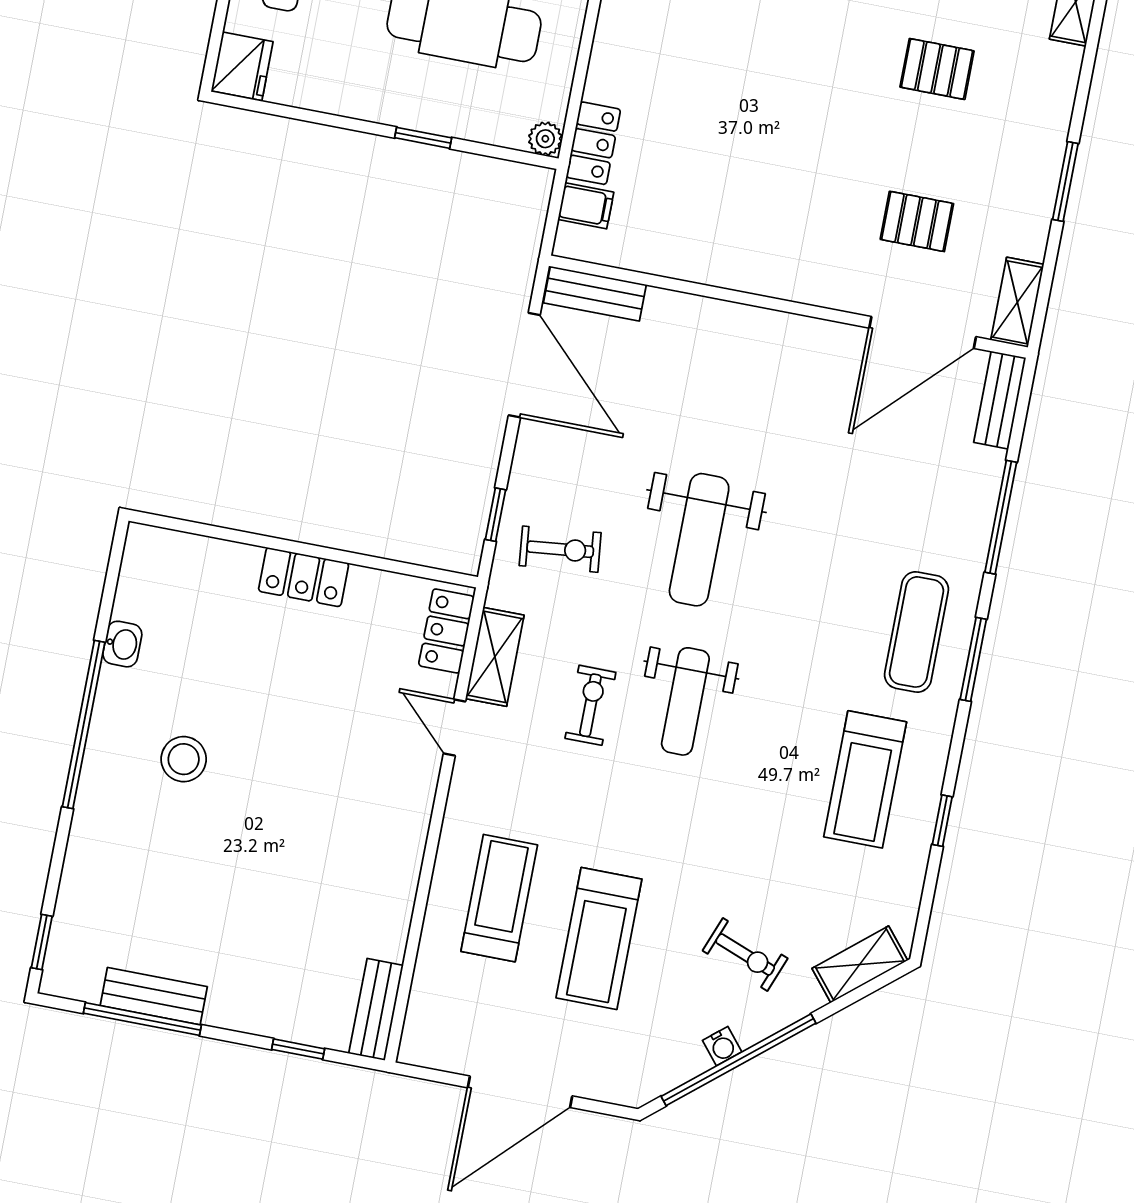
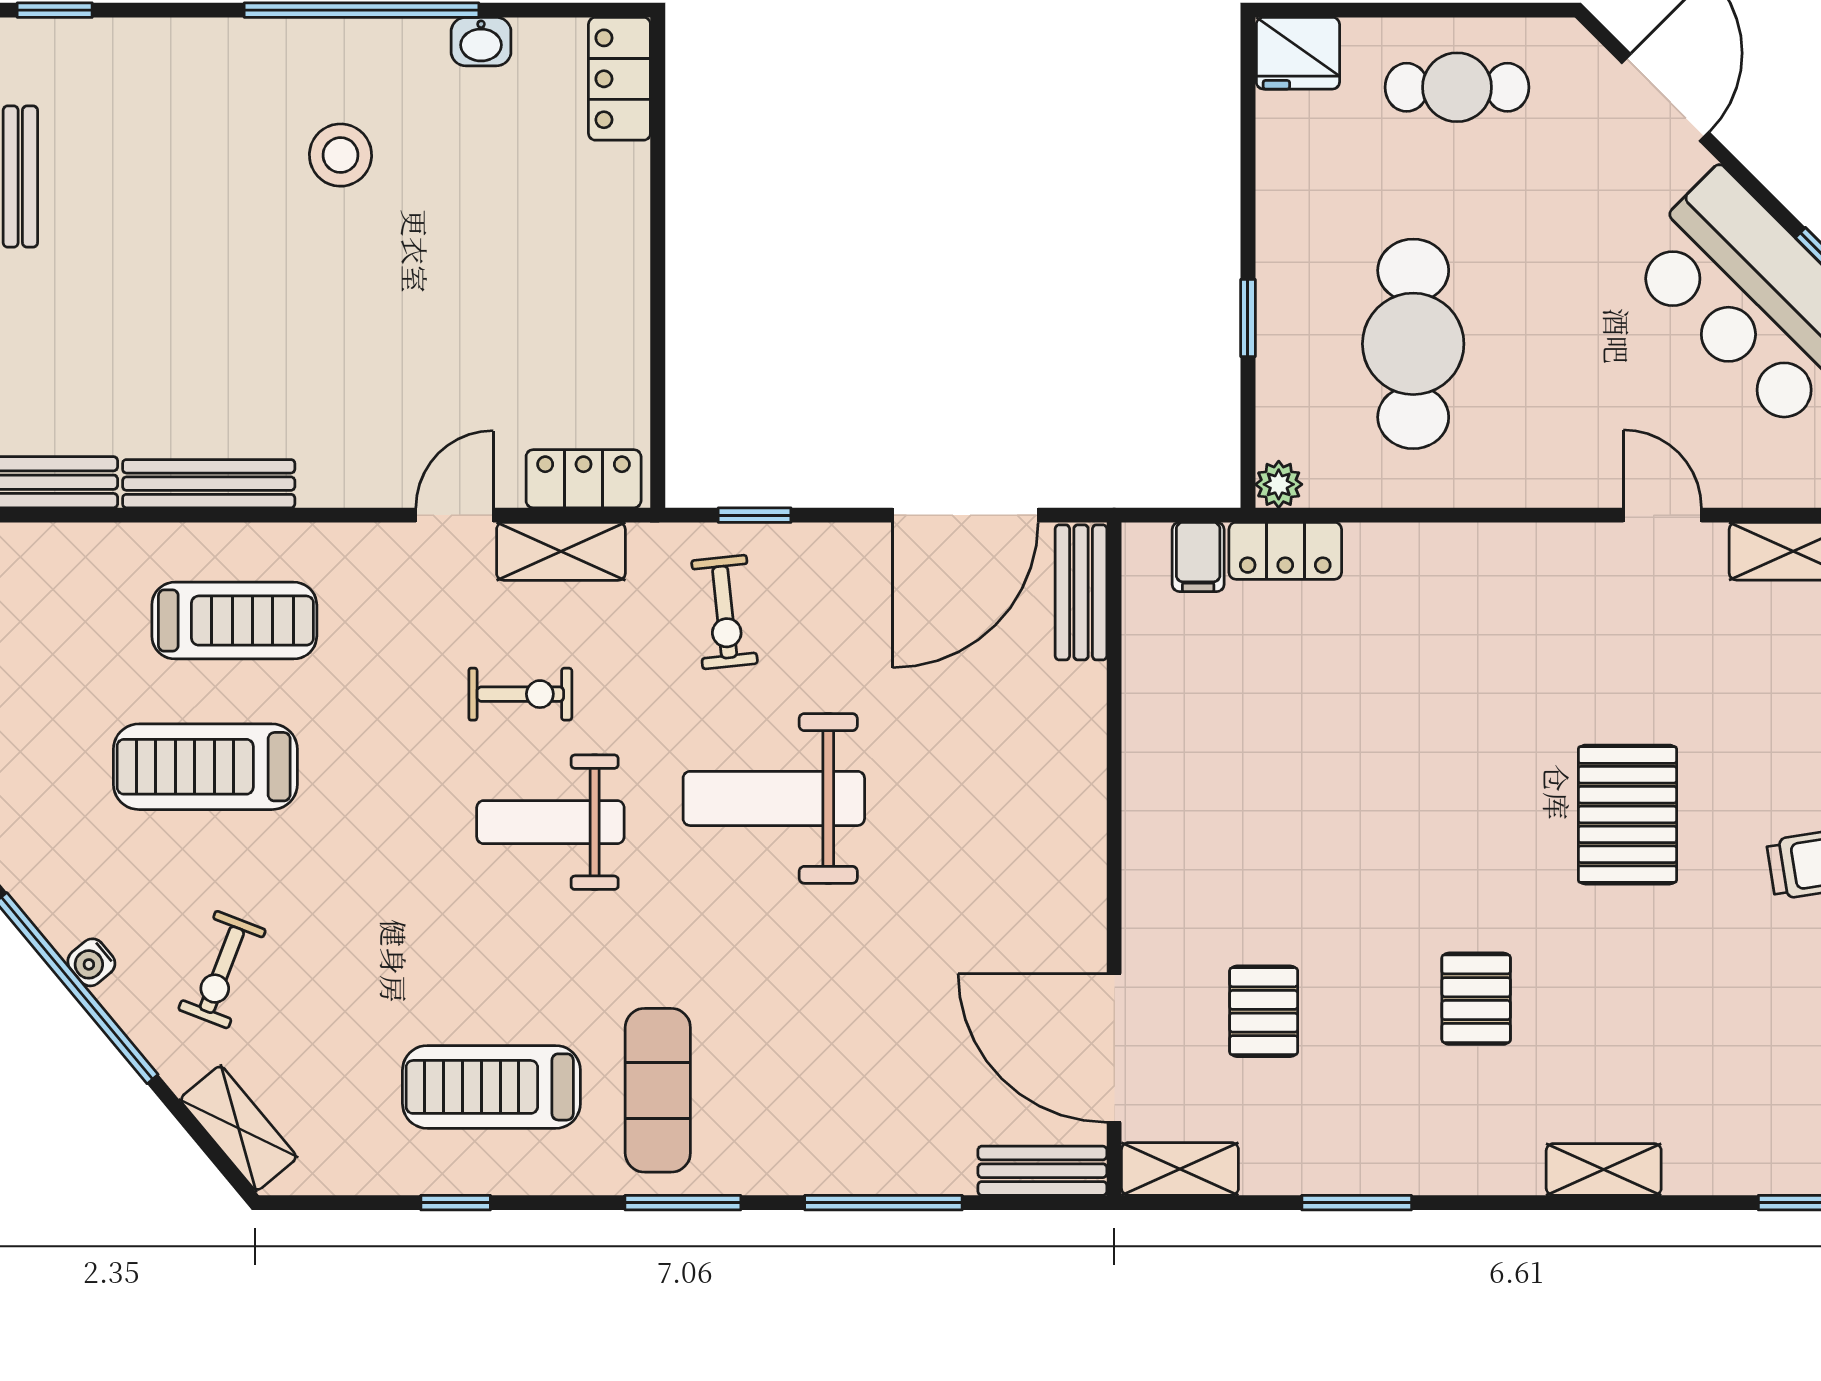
locker: (304, 577) -> (619, 79), moved
exercise mat: (916, 632) -> (658, 1090), moved, turned 90
bench: (399, 898) -> (209, 484), added

